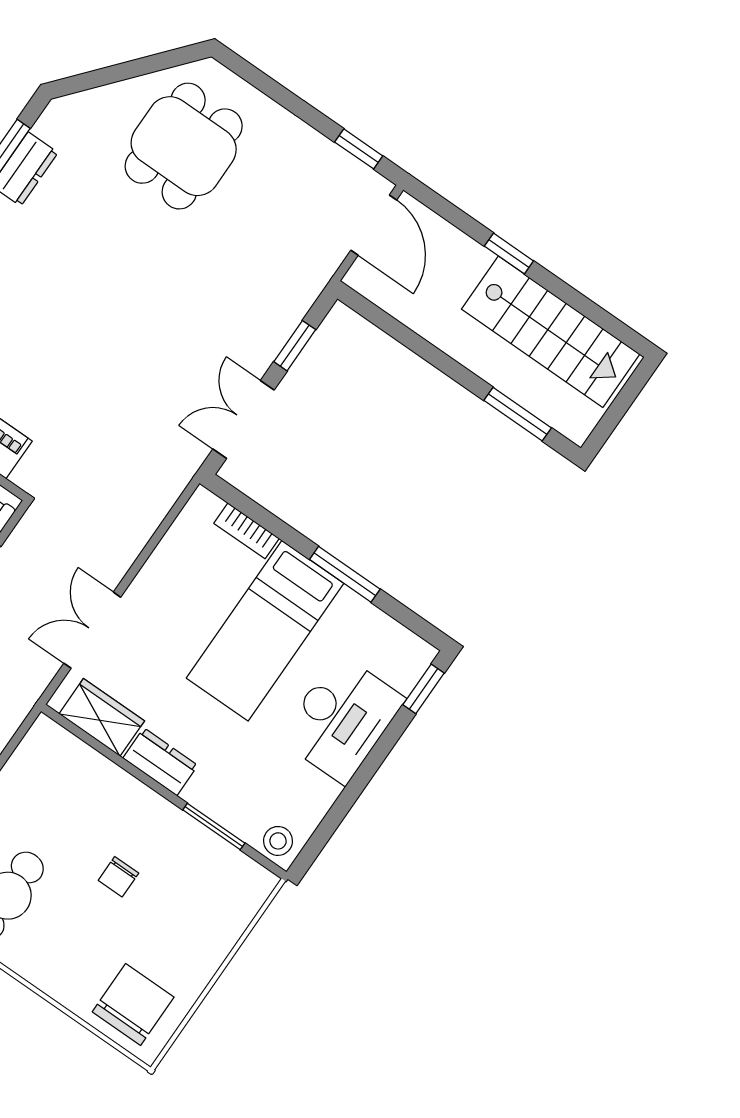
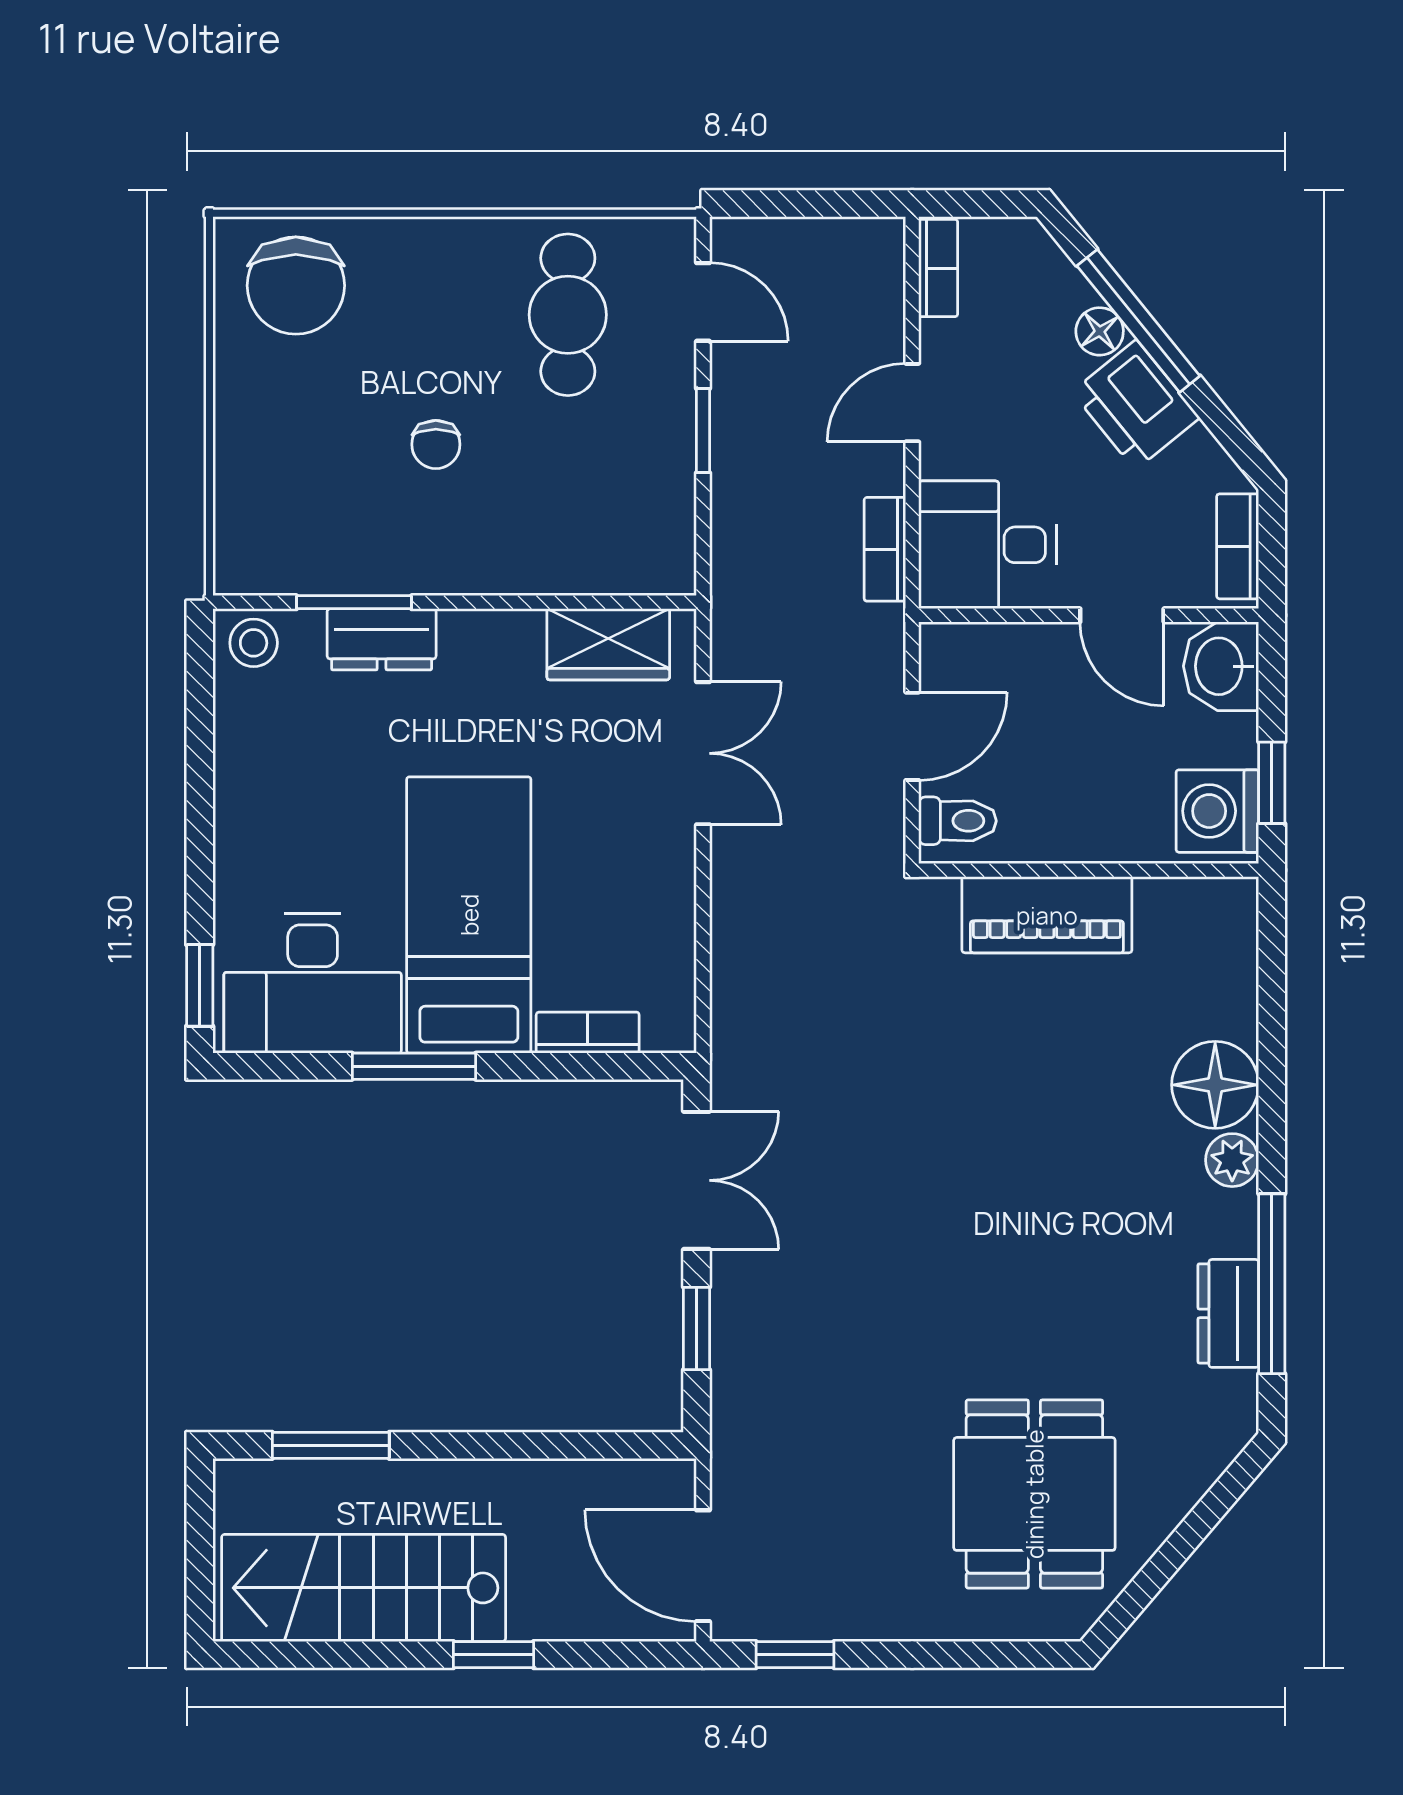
desk: (342, 719) -> (313, 983), moved, turned -90
dresser: (160, 762) -> (382, 639), moved
chair: (118, 877) -> (436, 444), turned 180

